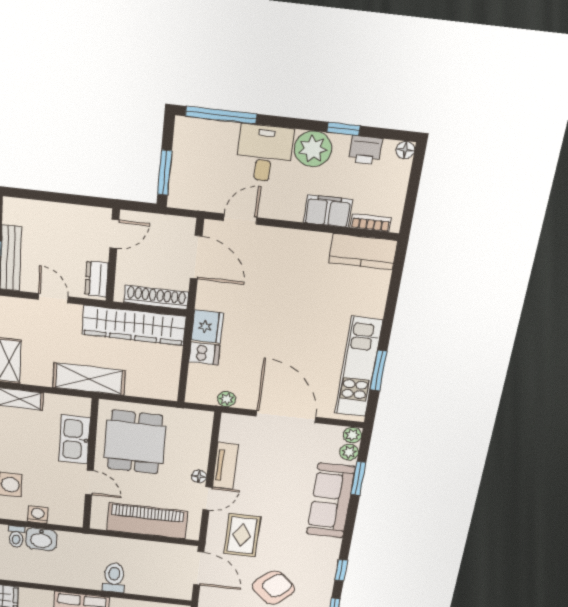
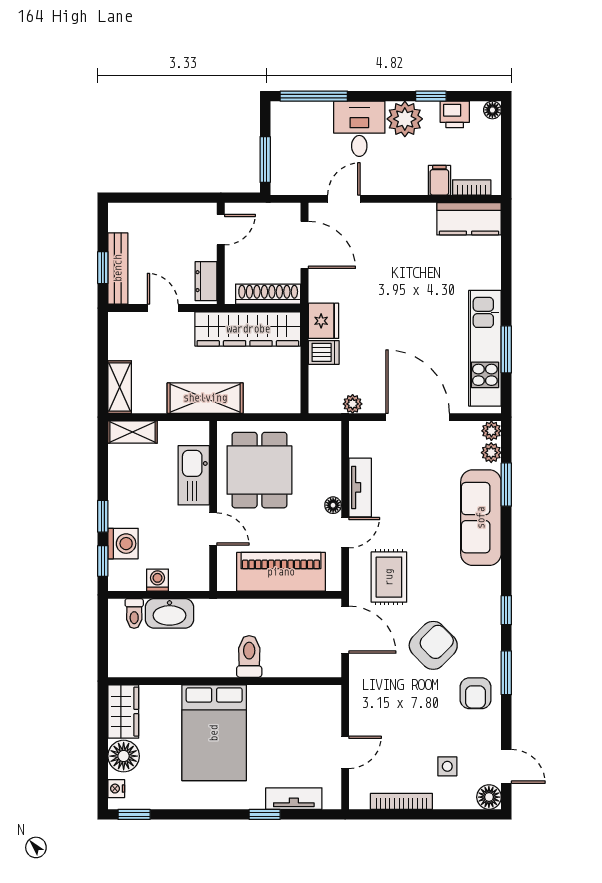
filing cabinet: (328, 211) -> (439, 180), width x0.50
washbasin: (41, 539) -> (170, 613), width x1.38

